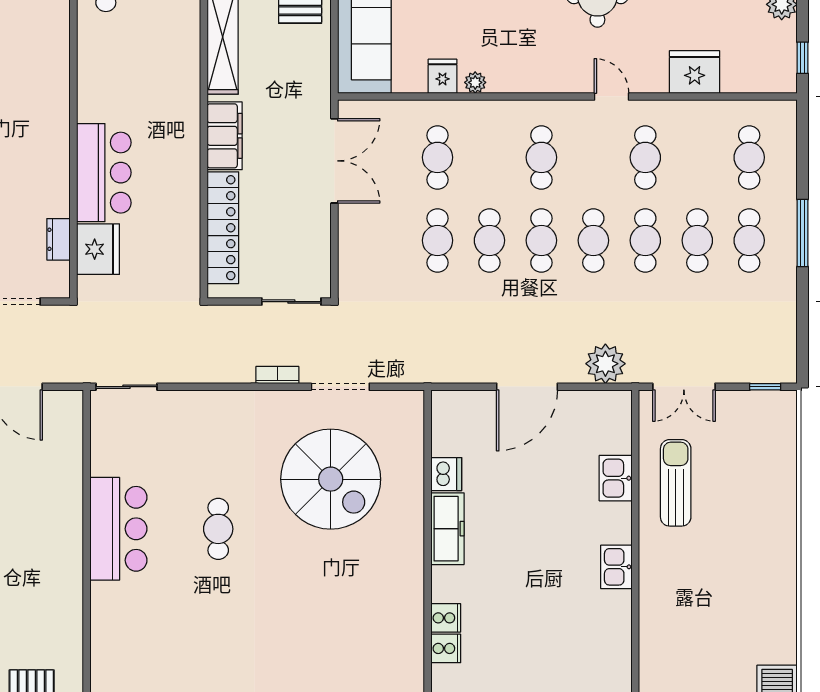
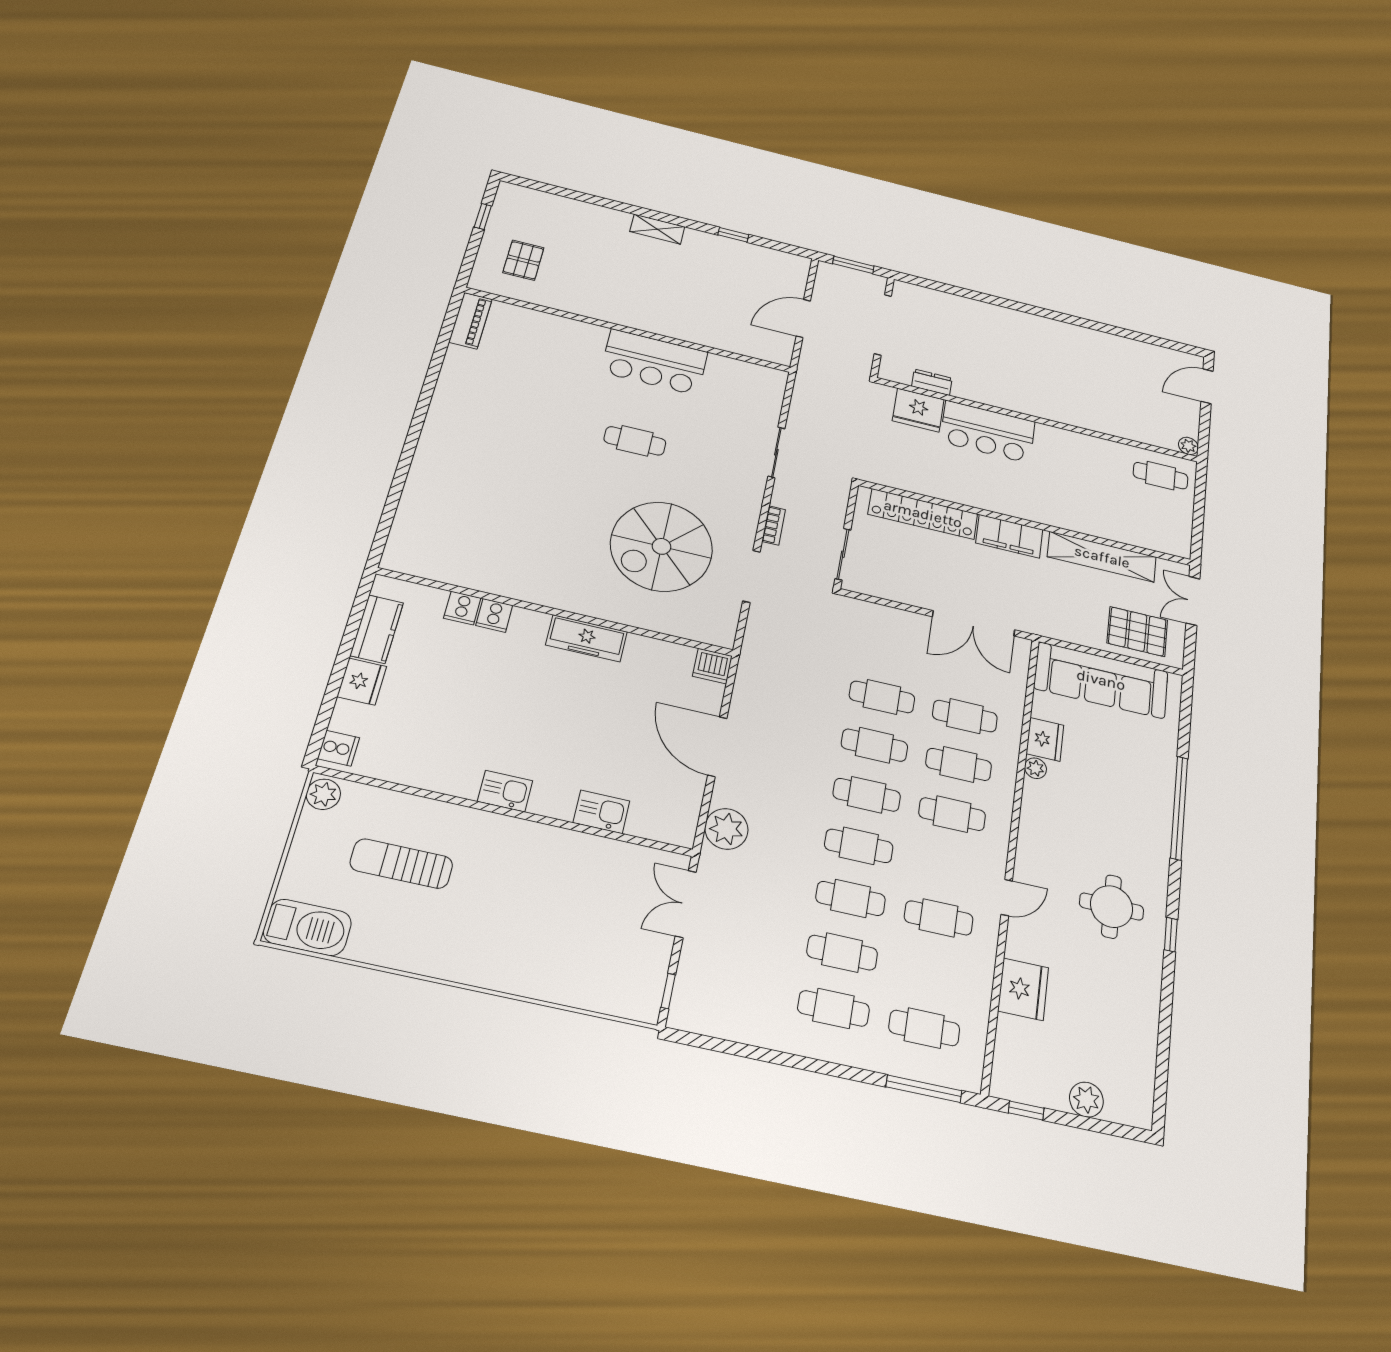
fridge: (443, 76) -> (1045, 739), width x1.38
cafe table: (489, 157) -> (959, 764), added
window: (803, 233) -> (924, 1089), moved
sliding door: (126, 387) -> (776, 452), moved
dishwasher: (446, 474) -> (712, 666), moved
sun lounger: (676, 483) -> (401, 864), moved, turned 180

